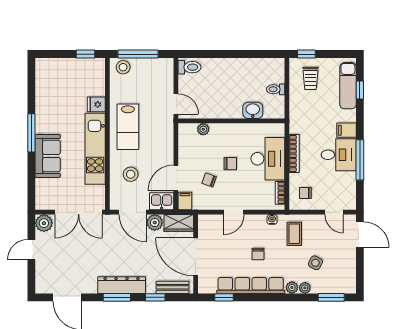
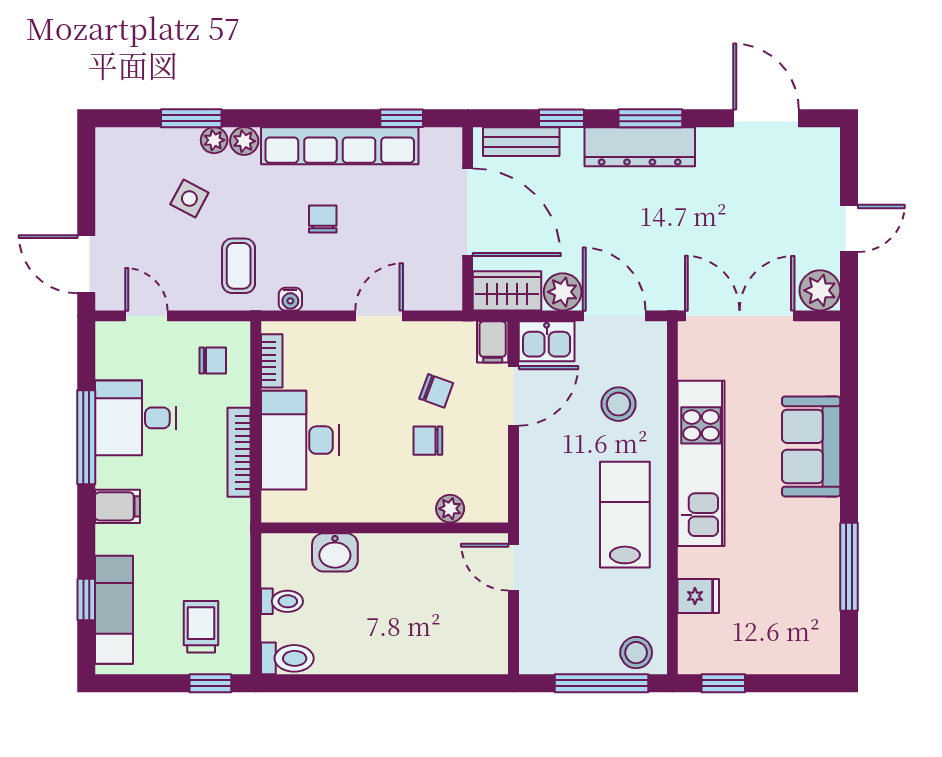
toilet: (189, 67) -> (287, 658), moved, turned 180
fridge: (96, 104) -> (698, 596), moved
window: (31, 133) -> (849, 567), moved
desk: (339, 155) -> (136, 418), moved
chair: (230, 164) -> (428, 441), moved
window: (331, 297) -> (191, 118), moved

